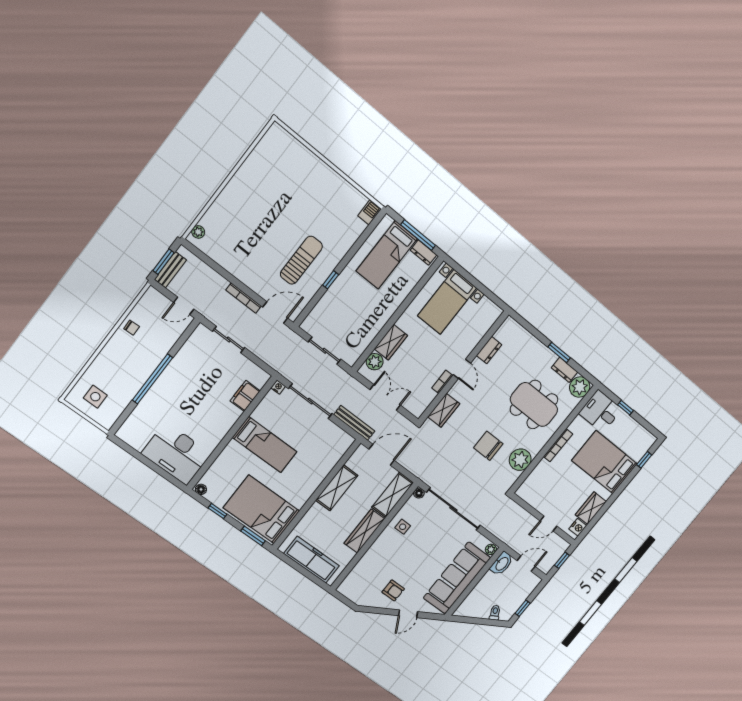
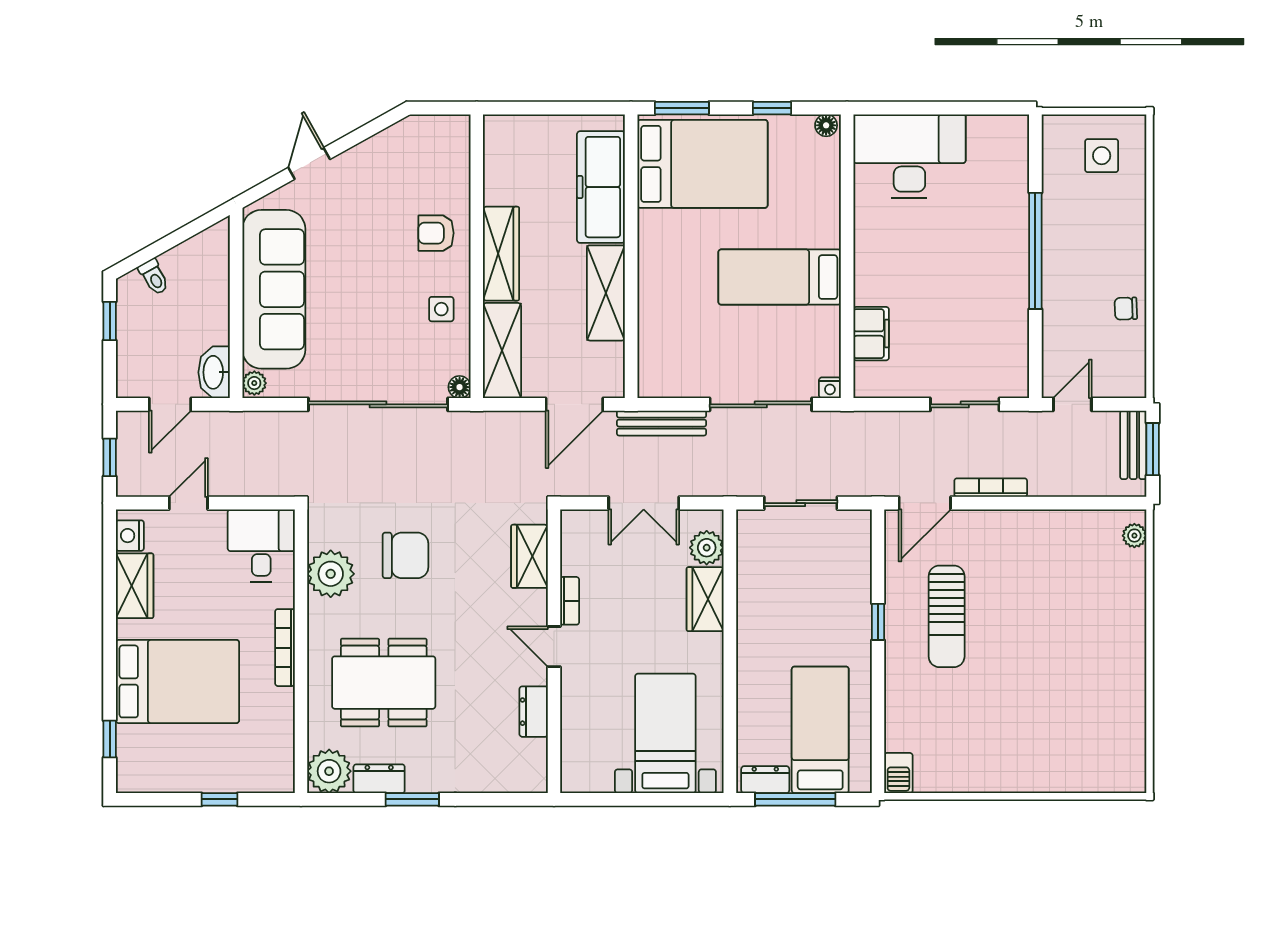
desk: (600, 411) -> (261, 545), moved, turned -90
freezer: (312, 560) -> (601, 187), moved, turned 90
armchair: (393, 590) -> (436, 233), moved

